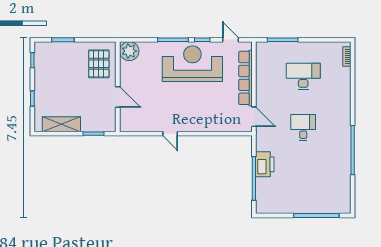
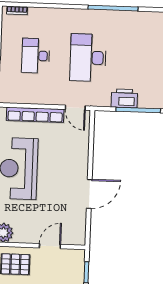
door: (254, 117) -> (75, 108), swing flipped
desk: (303, 128) -> (88, 58), width x1.87, depth x1.30
door: (170, 134) -> (89, 194), width x1.88

